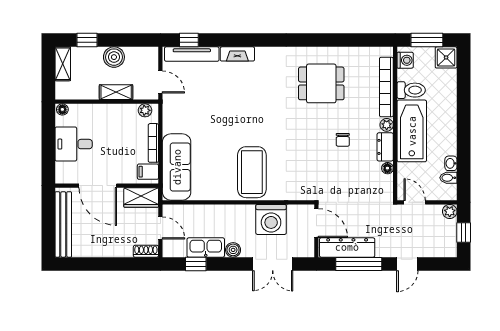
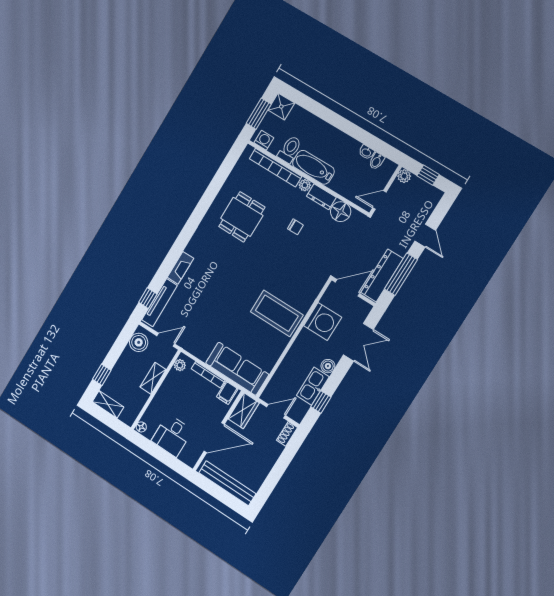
boiler: (114, 57) -> (139, 342), moved
bathtub: (412, 131) -> (313, 167), width x0.73, depth x0.73
floor lamp: (387, 168) -> (341, 212), width x1.89, depth x1.89

